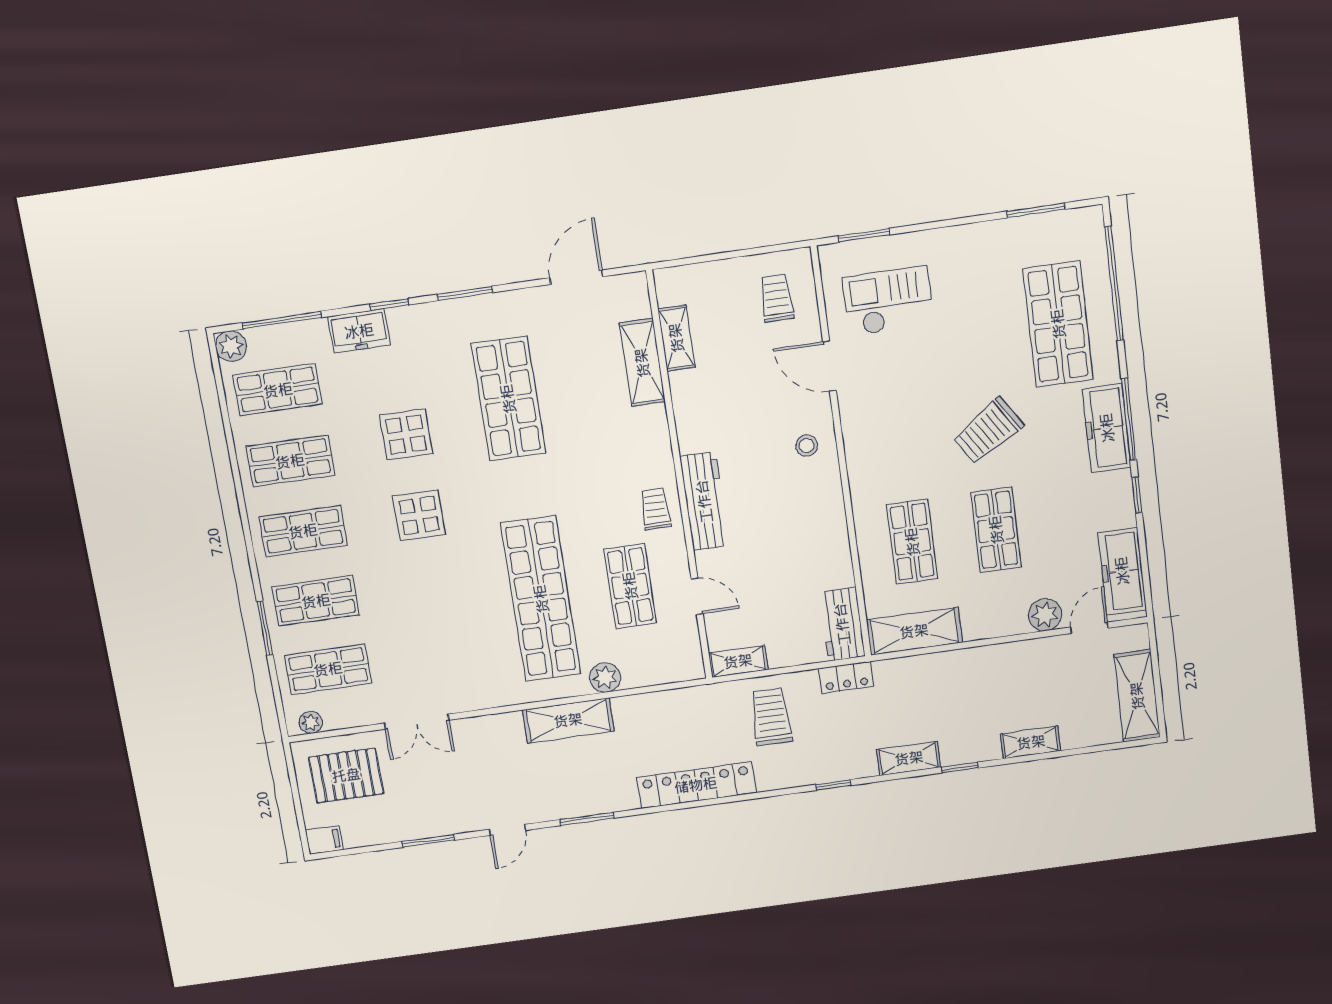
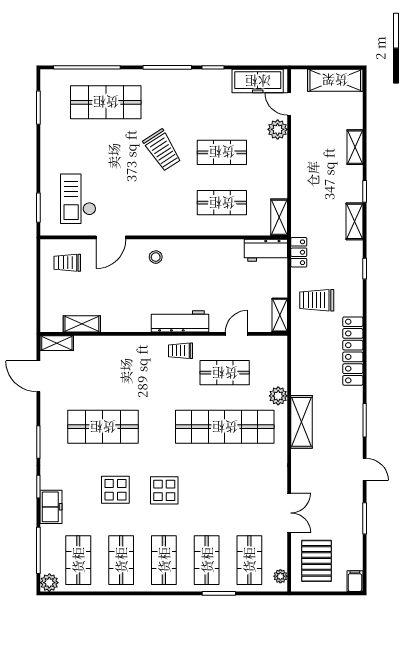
shelving: (642, 363) -> (57, 343), moved, width x0.67, depth x0.75
freezer: (1107, 428) -> (171, 81), removed
shelving: (914, 631) -> (279, 217), width x0.67, depth x0.75

